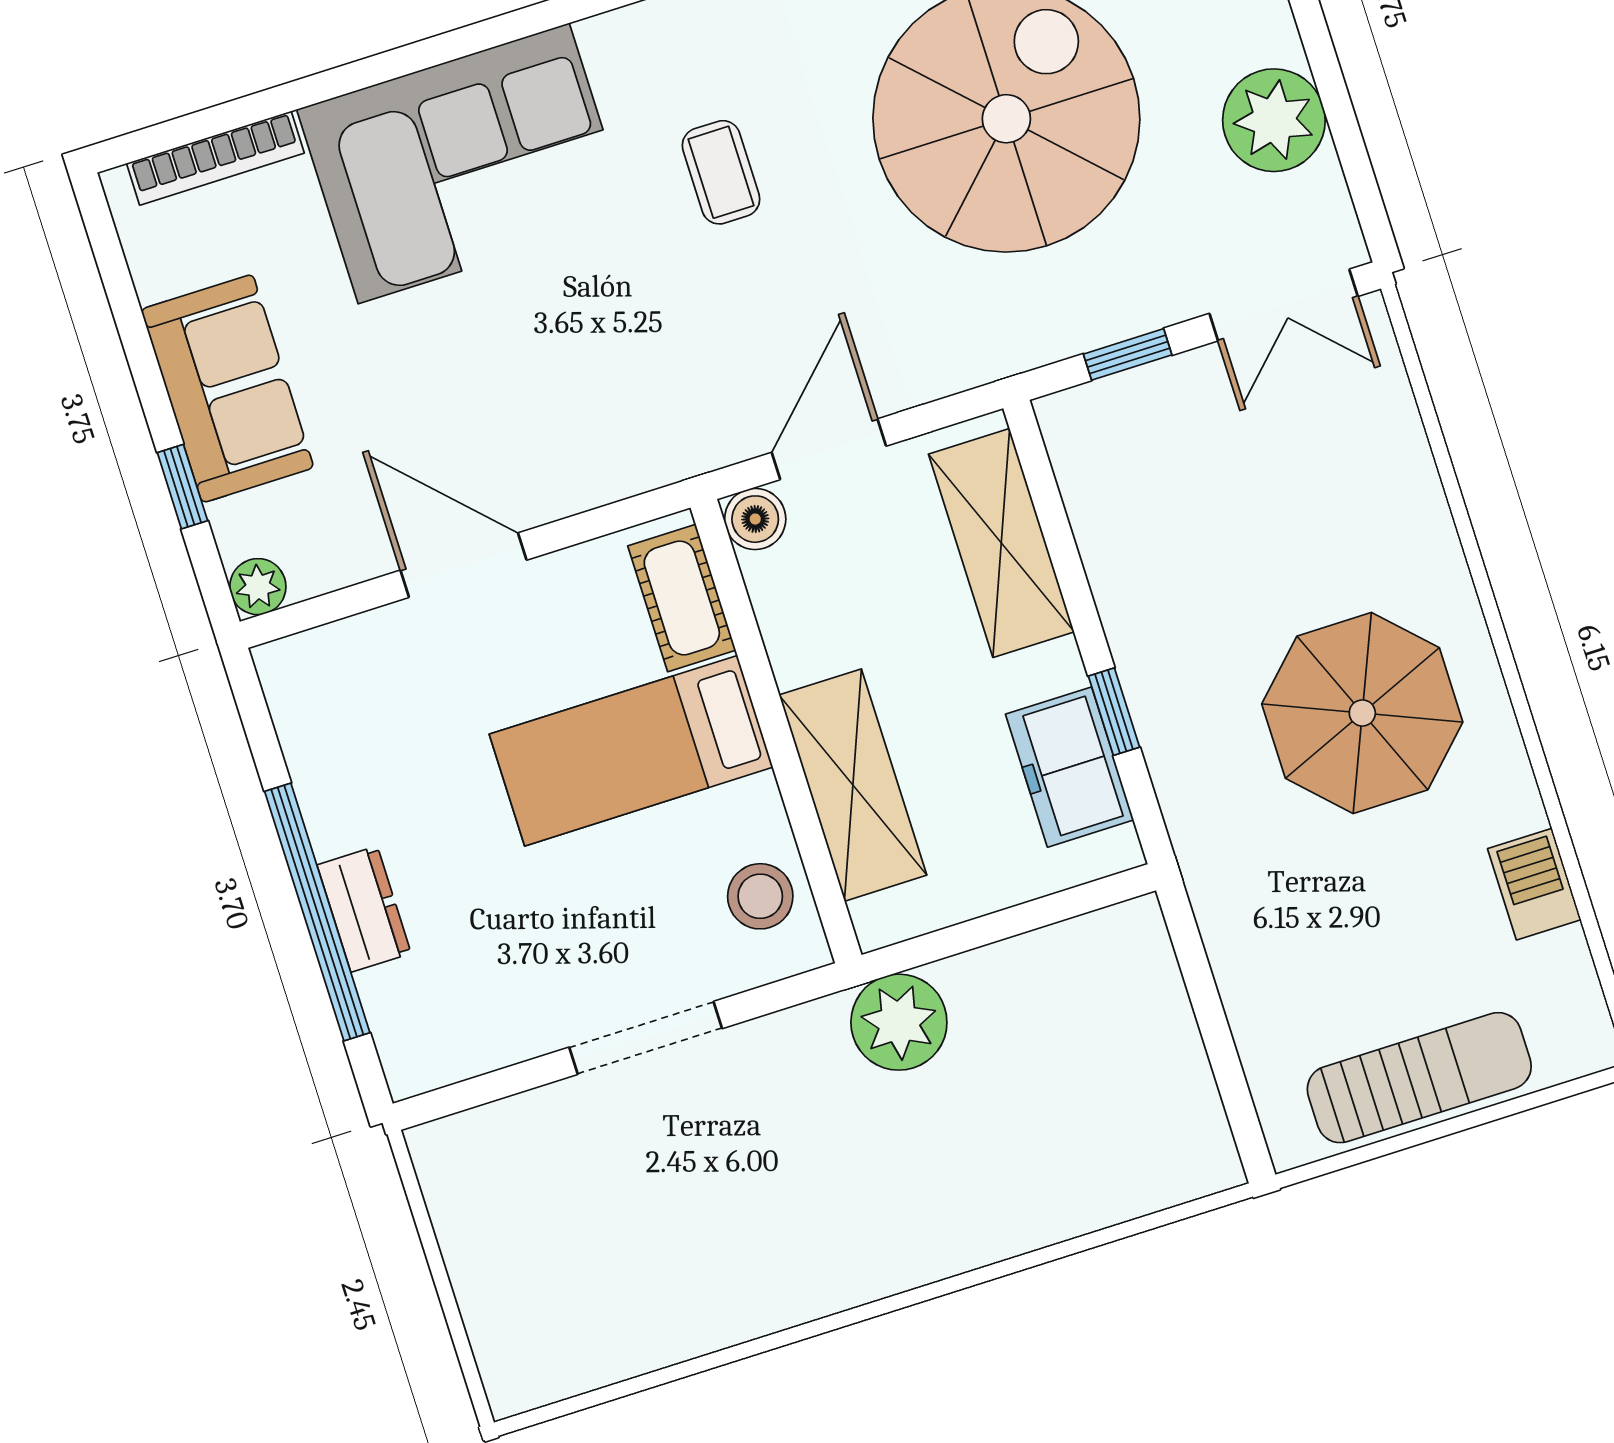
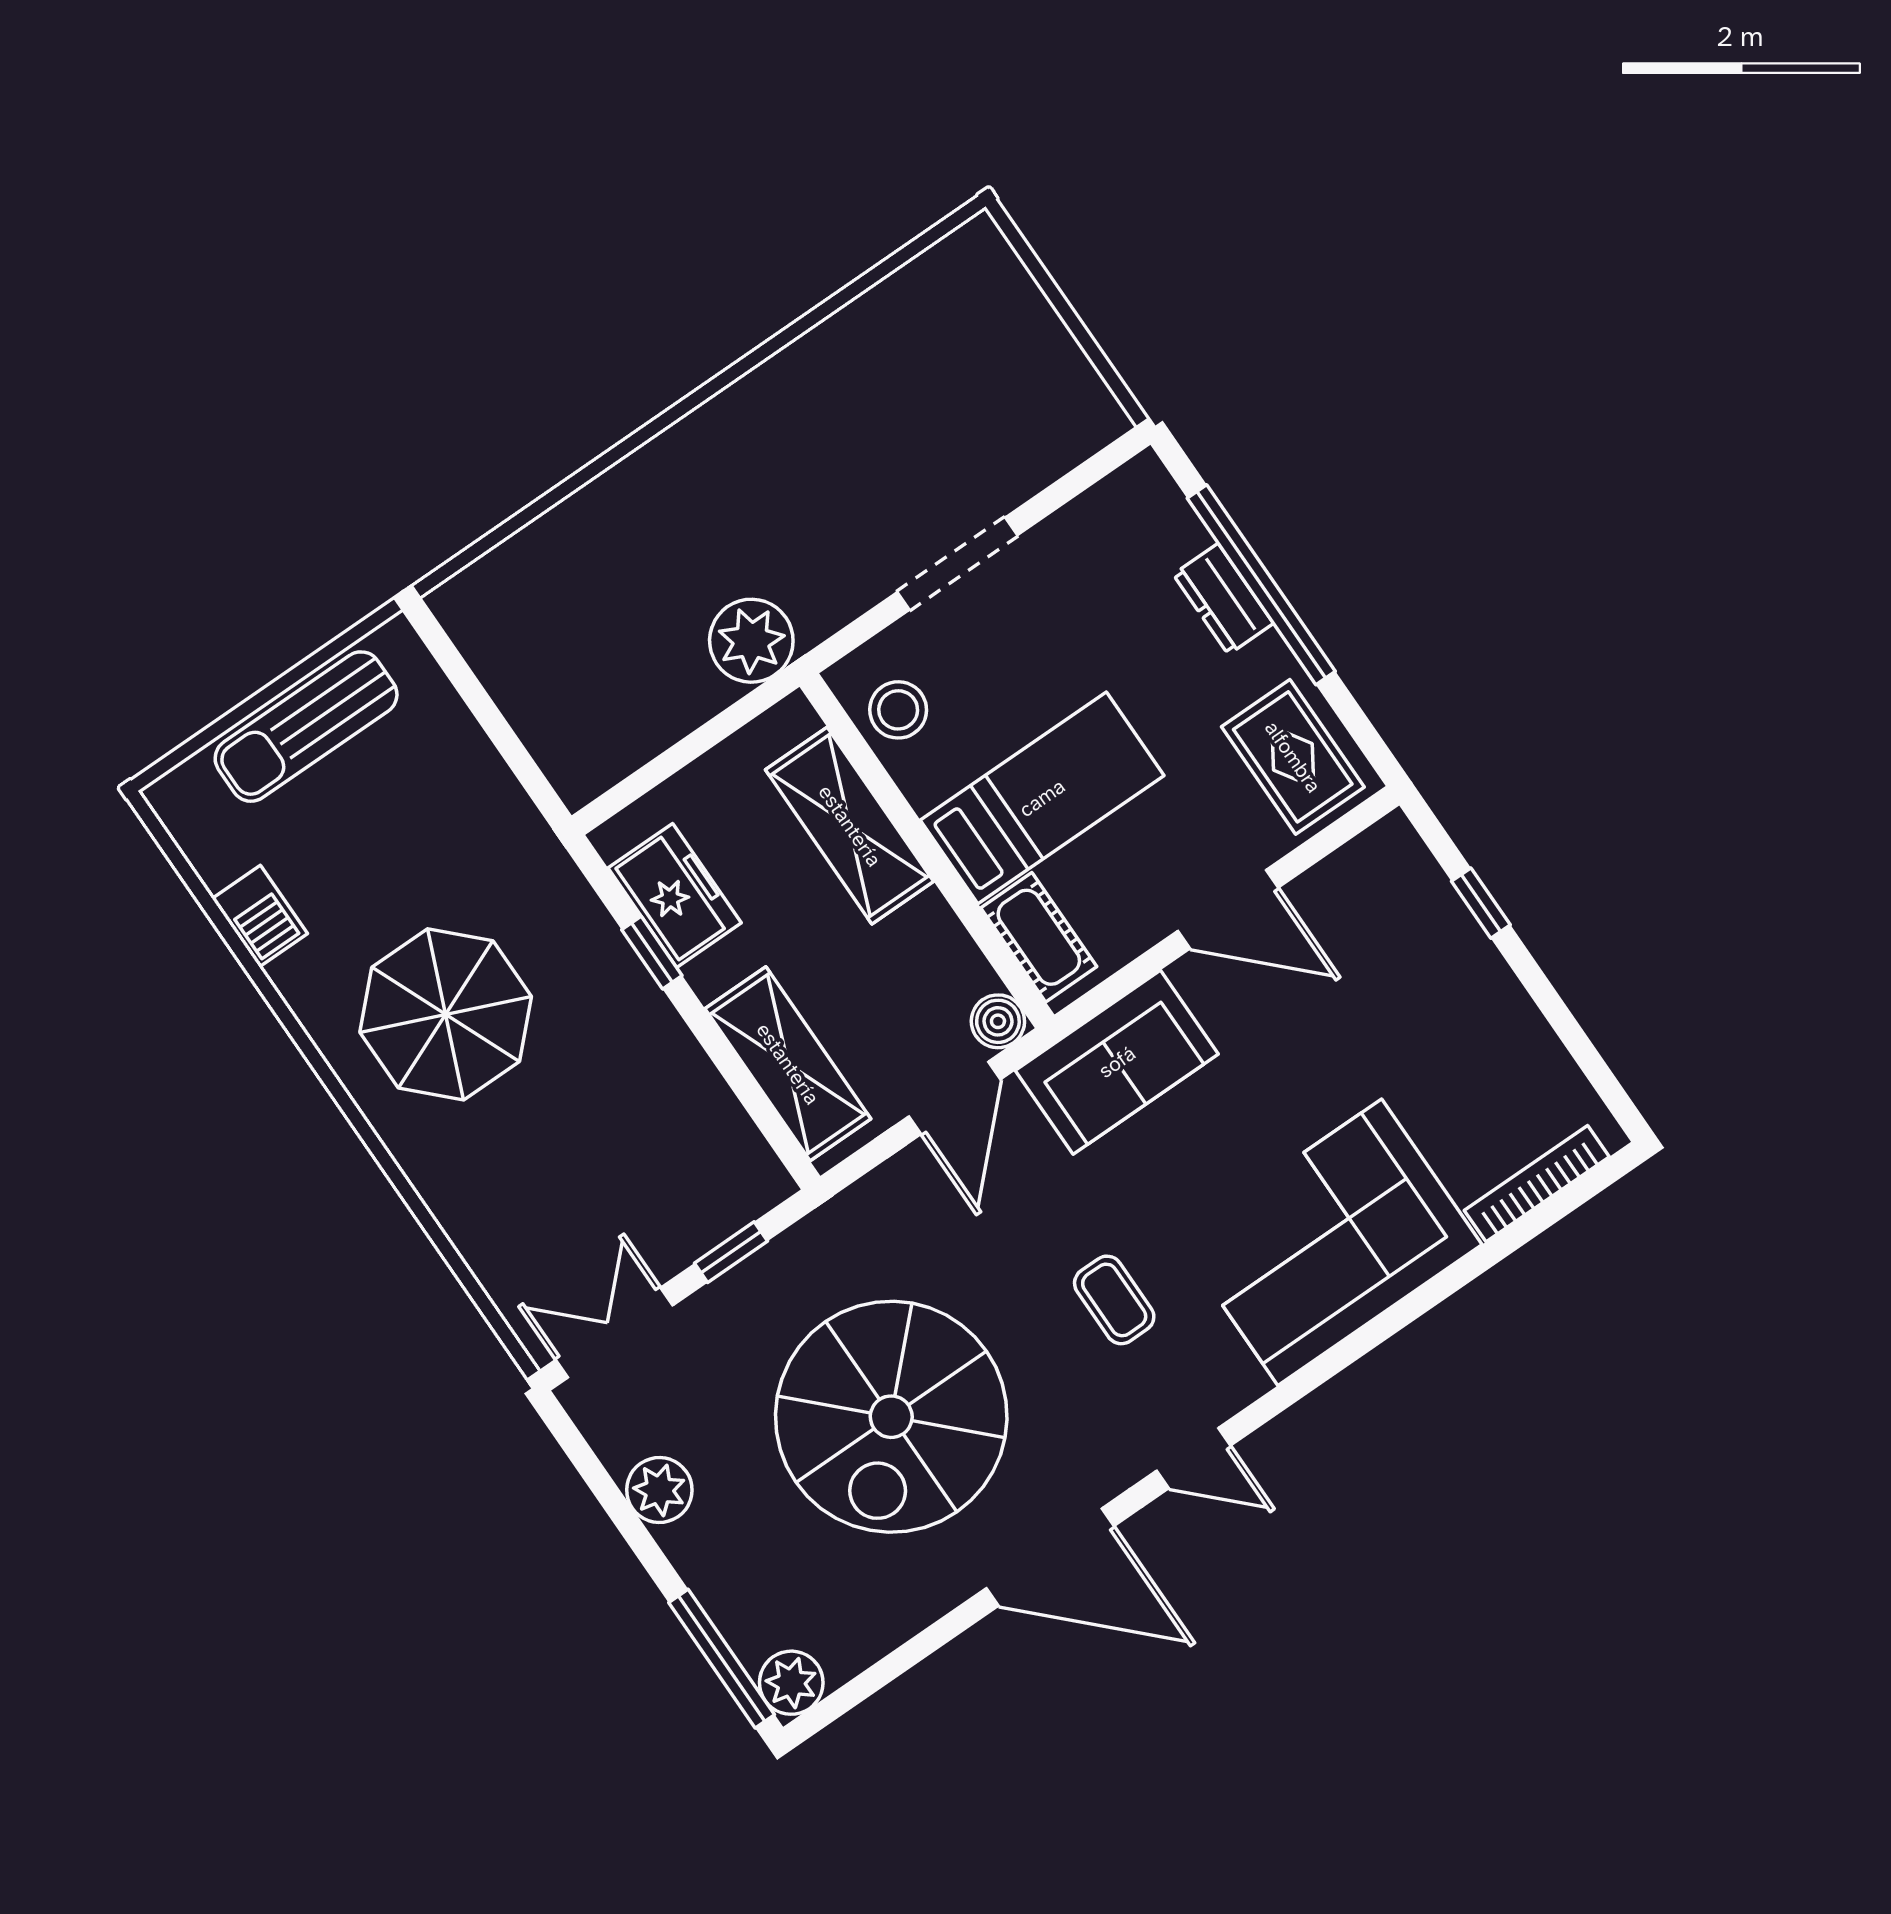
plant: (1274, 120) -> (659, 1490), width x0.73, depth x0.73
sofa: (227, 388) -> (1117, 1062), moved, turned -90
plant: (258, 587) -> (1393, 839), removed
rug: (341, 711) -> (1293, 757), added

